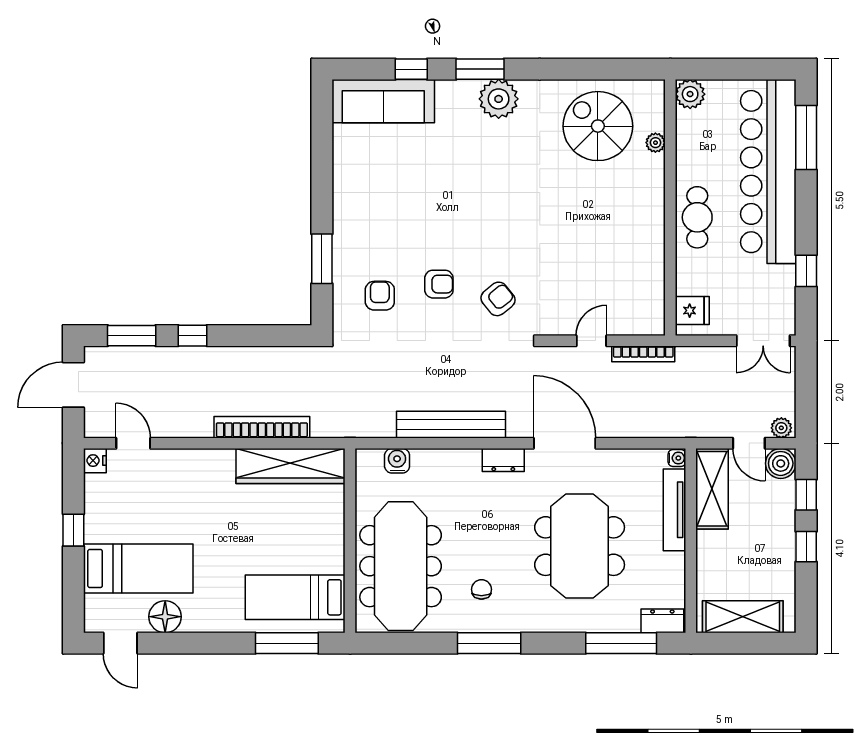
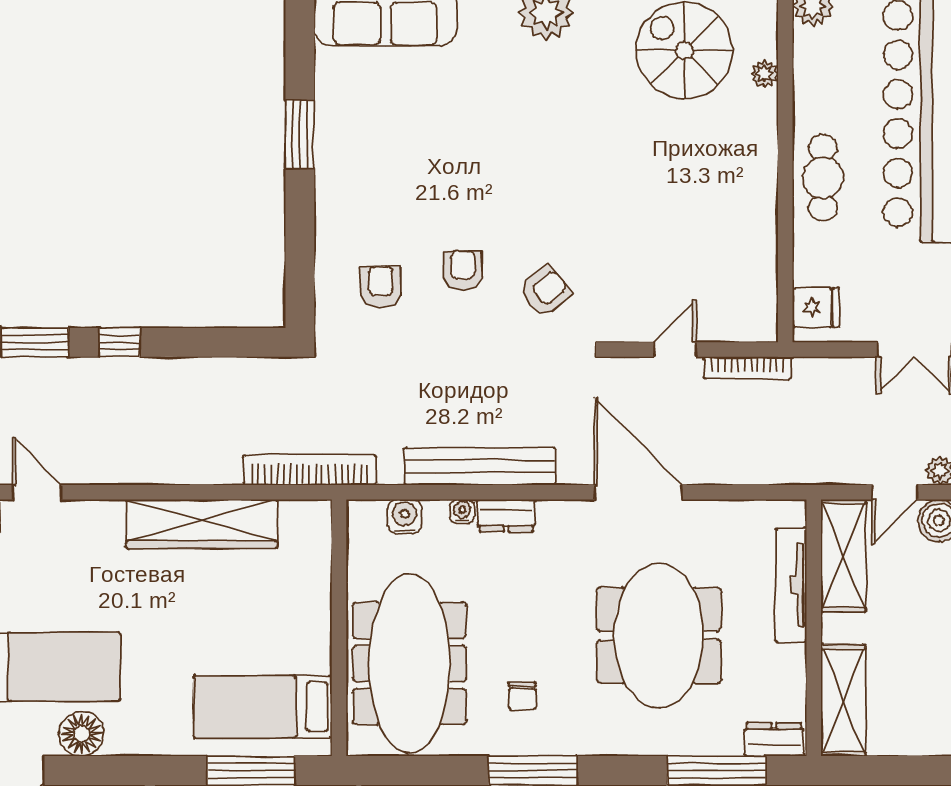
window: (322, 259) -> (300, 134), moved
armchair: (439, 284) -> (463, 271), turned -90
bookcase: (262, 427) -> (310, 470), moved
door: (749, 443) -> (895, 492), hinge flipped
water cooler: (677, 458) -> (462, 511), moved, turned -90
dresser: (503, 460) -> (506, 516), moved
wardrobe: (291, 466) -> (202, 524), moved
chair: (481, 589) -> (522, 696), turned 180
shelving: (743, 617) -> (843, 700), moved, turned 90

